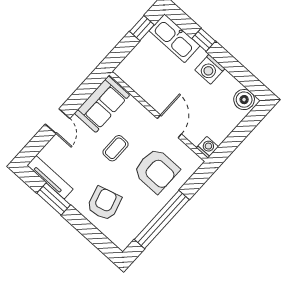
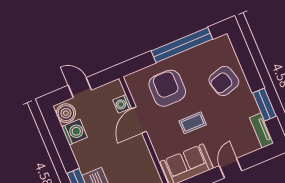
washing machine: (210, 69) -> (74, 132), moved
door: (242, 131) -> (80, 88), added
washing machine: (207, 147) -> (122, 104), moved
tv unit: (50, 177) -> (261, 130), width x0.71

